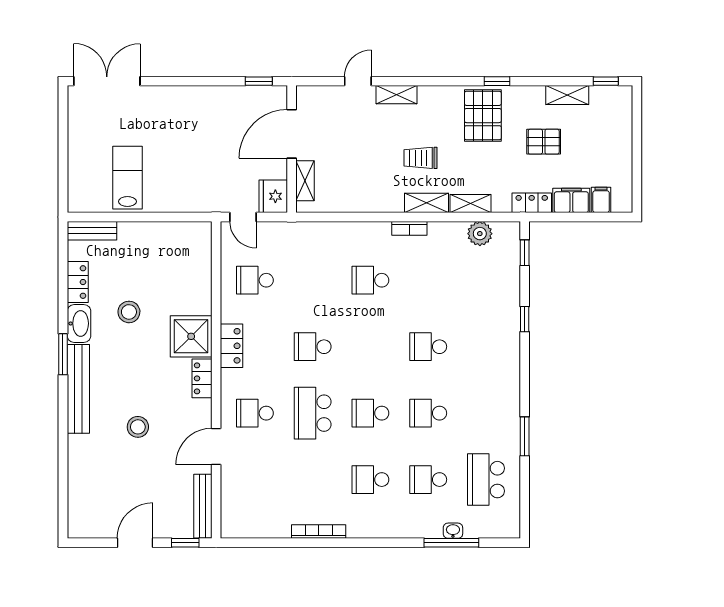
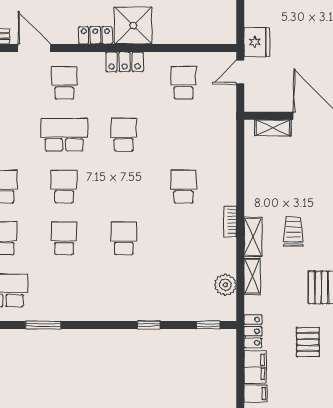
fridge: (273, 196) -> (257, 42), moved, turned 90

